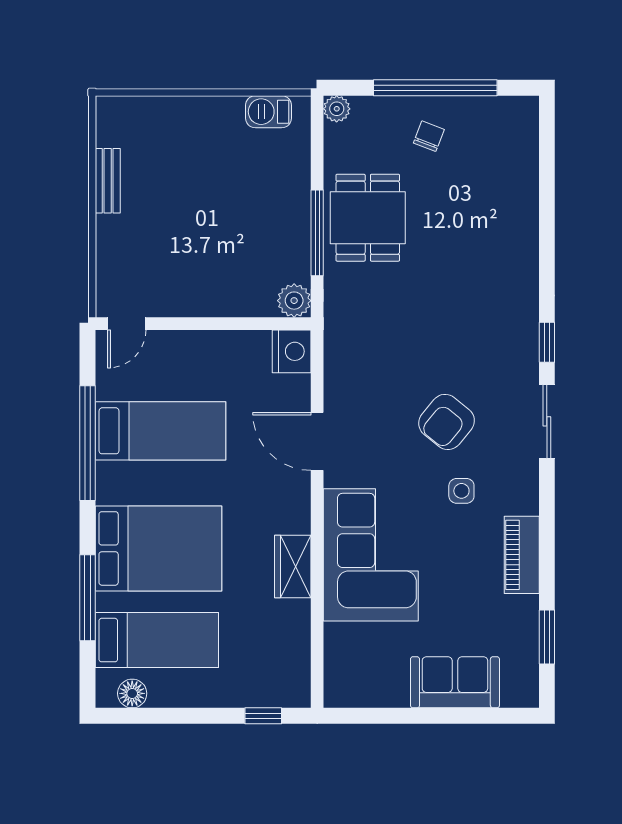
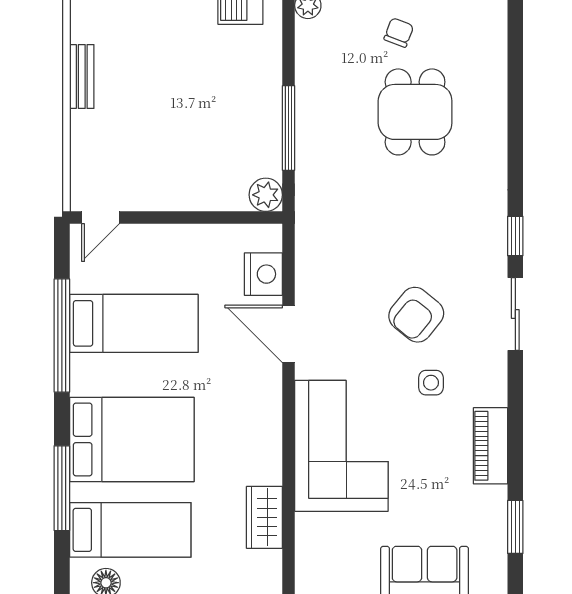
dining table: (368, 218) -> (415, 112), moved
nightstand: (292, 351) -> (263, 274), moved
wardrobe: (293, 566) -> (264, 517), moved

